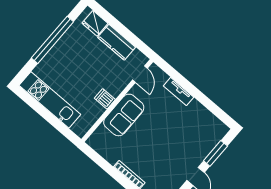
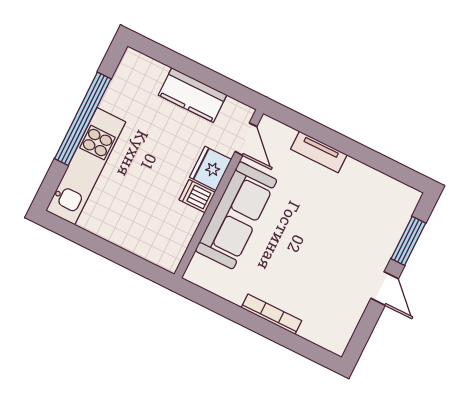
fridge: (95, 23) -> (210, 168), moved, turned 90
kitchen unit: (50, 100) -> (86, 166), moved, turned 90
sofa: (124, 115) -> (236, 215), width x1.36

